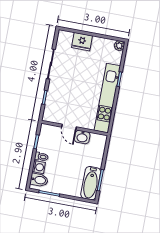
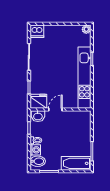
dishwasher: (65, 38) -> (37, 31), added
fridge: (82, 42) -> (38, 101), moved, turned 180
door: (69, 127) -> (55, 110), swing flipped
washbasin: (82, 137) -> (38, 116), moved
bathtub: (91, 183) -> (76, 163), moved, turned 90

